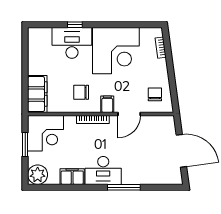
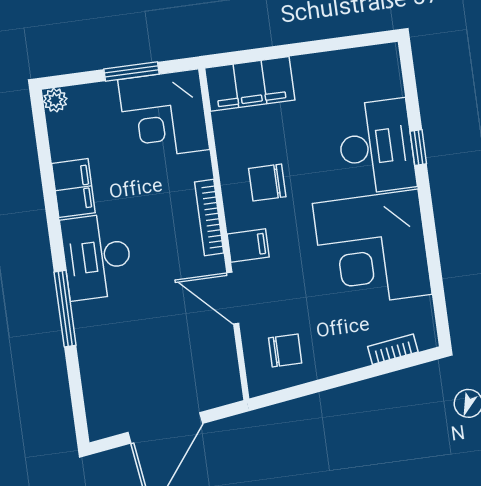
chair: (81, 92) -> (267, 183), turned -90
plant: (38, 175) -> (55, 100), width x0.53, depth x0.53

